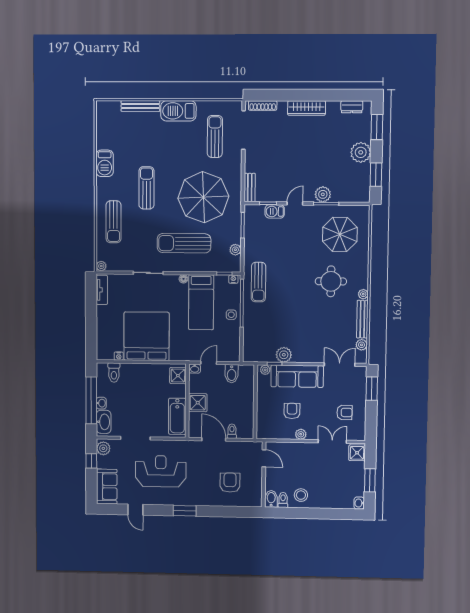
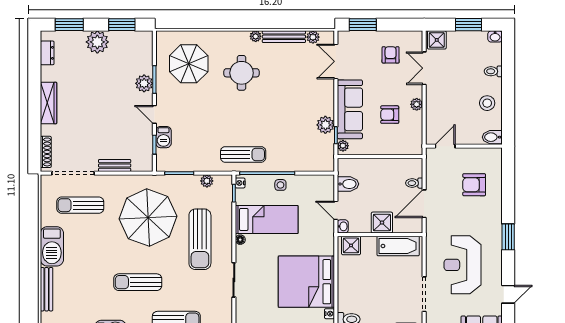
bench: (250, 188) -> (115, 165), moved
toilet: (283, 500) -> (493, 71), moved

